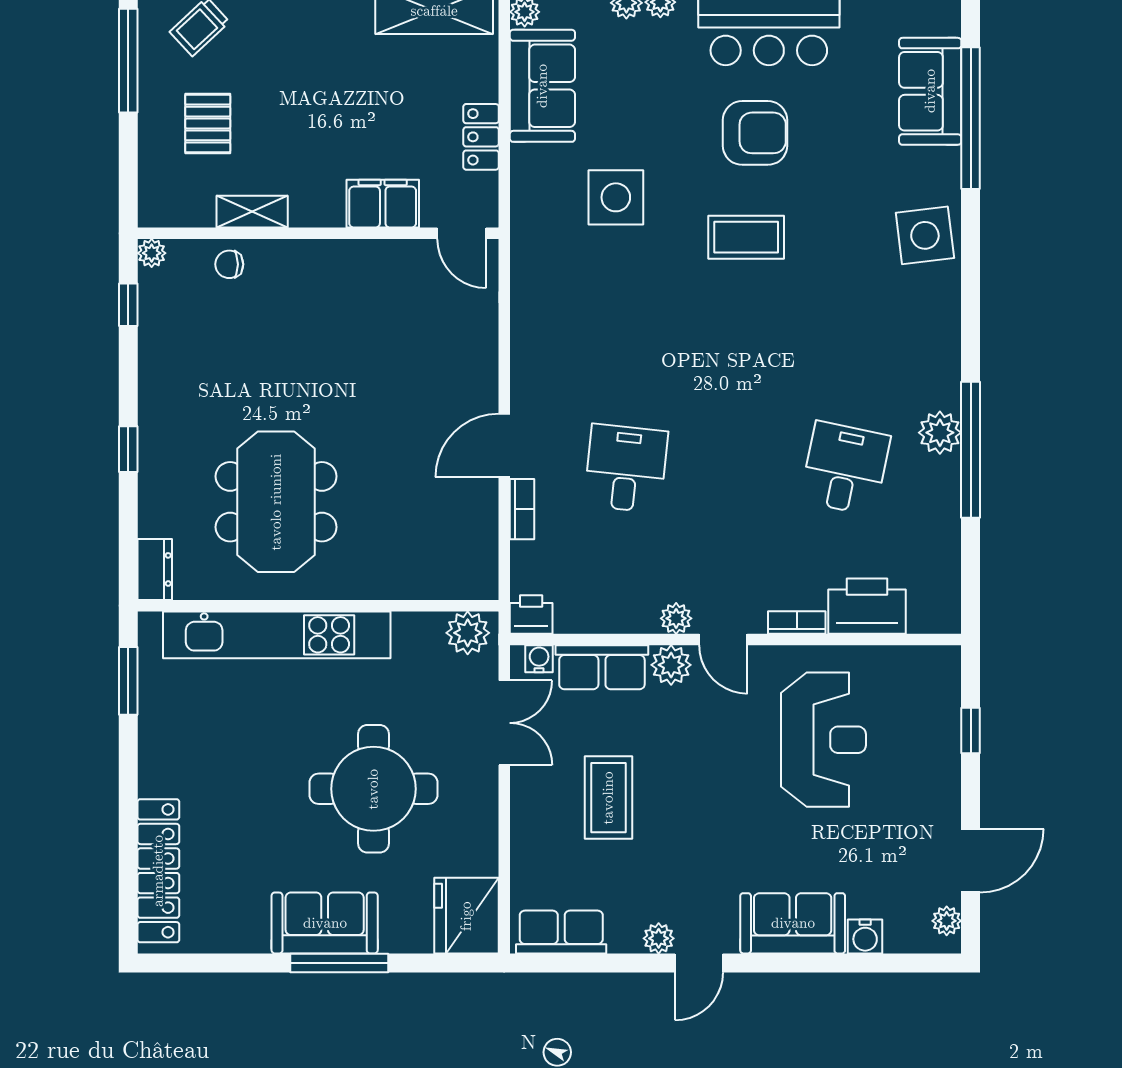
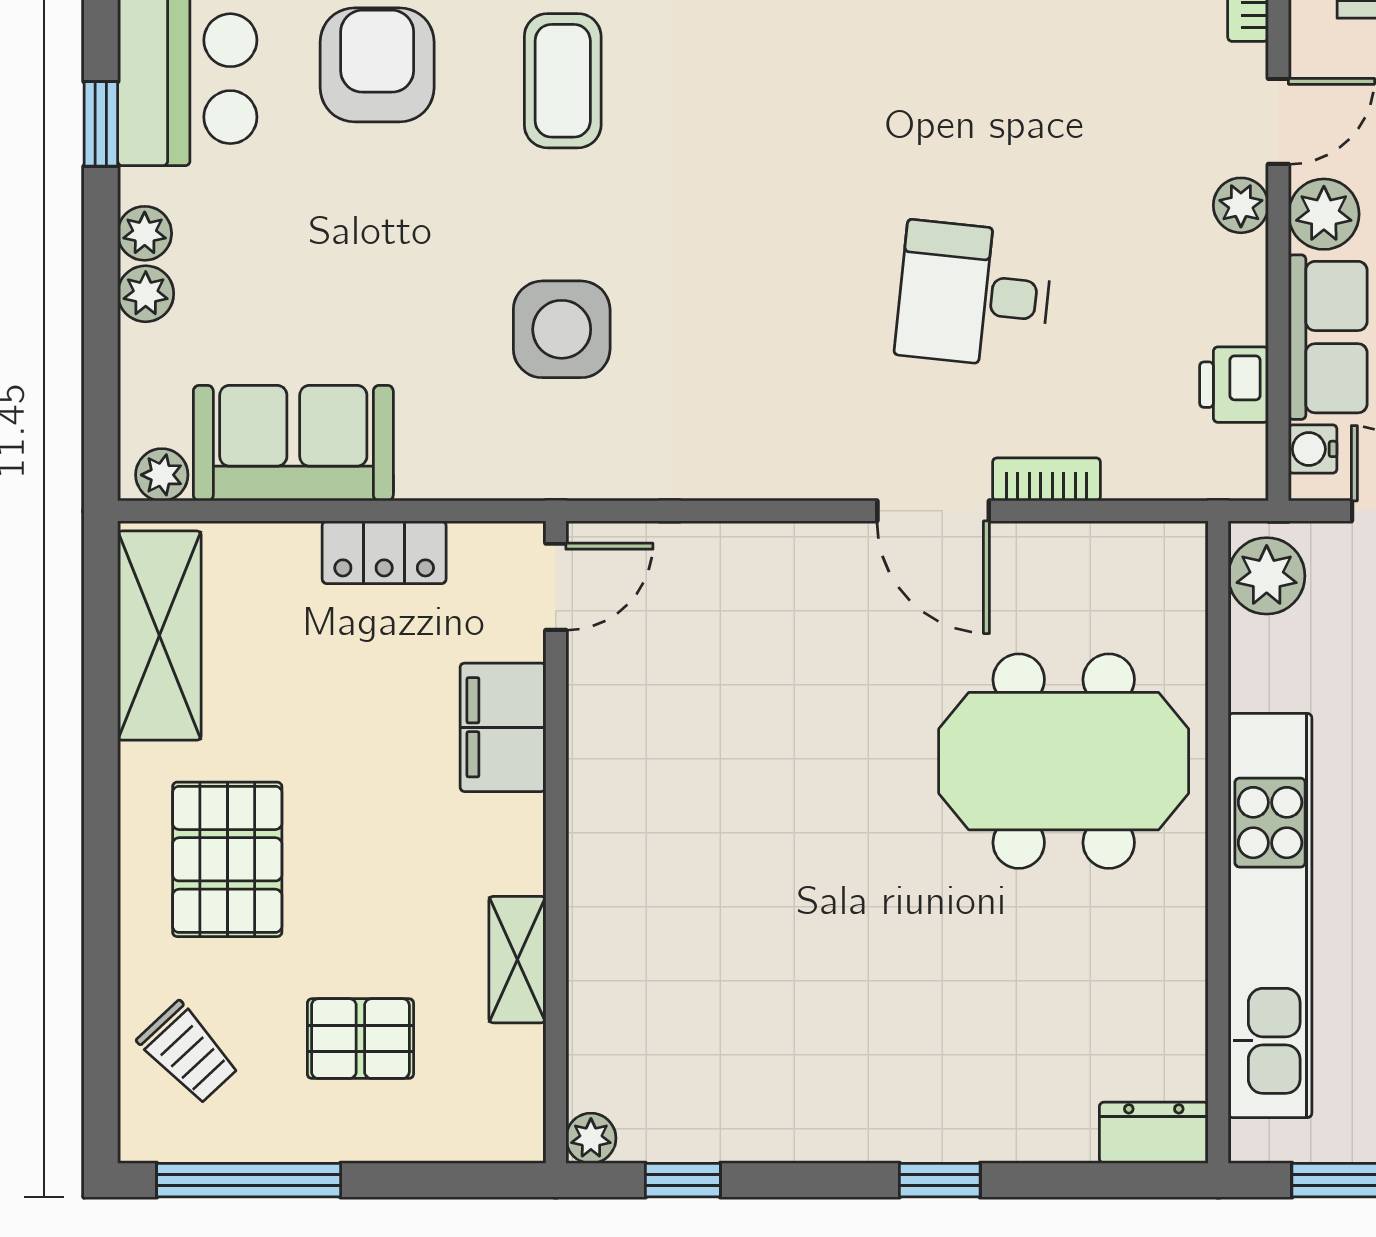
pallet: (308, 49) -> (227, 859), added
side table: (616, 197) -> (562, 329), moved
chair: (229, 264) -> (611, 1000), removed
meeting table: (276, 502) -> (1064, 761), moved
printer: (531, 615) -> (1234, 385), moved

